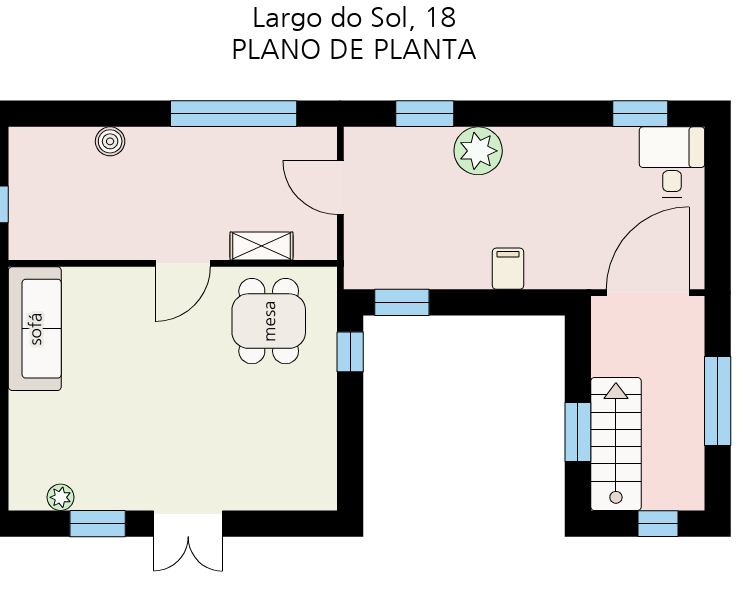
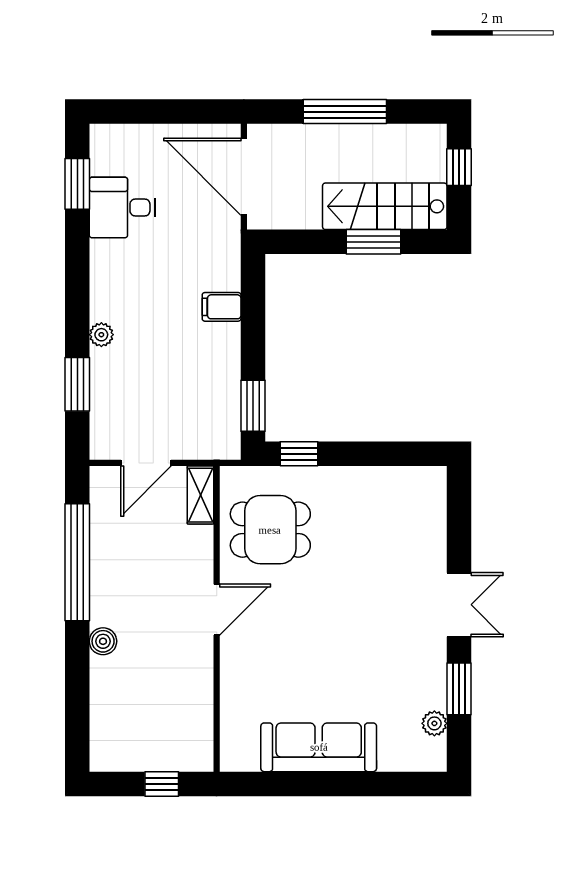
boiler: (110, 141) -> (103, 641), moved
plant: (478, 151) -> (101, 335), width x0.53, depth x0.53
desk: (672, 162) -> (122, 207), moved
shelving: (261, 246) -> (200, 495), moved
door: (183, 263) -> (217, 610), hinge flipped
sofa: (35, 329) -> (319, 747), moved

